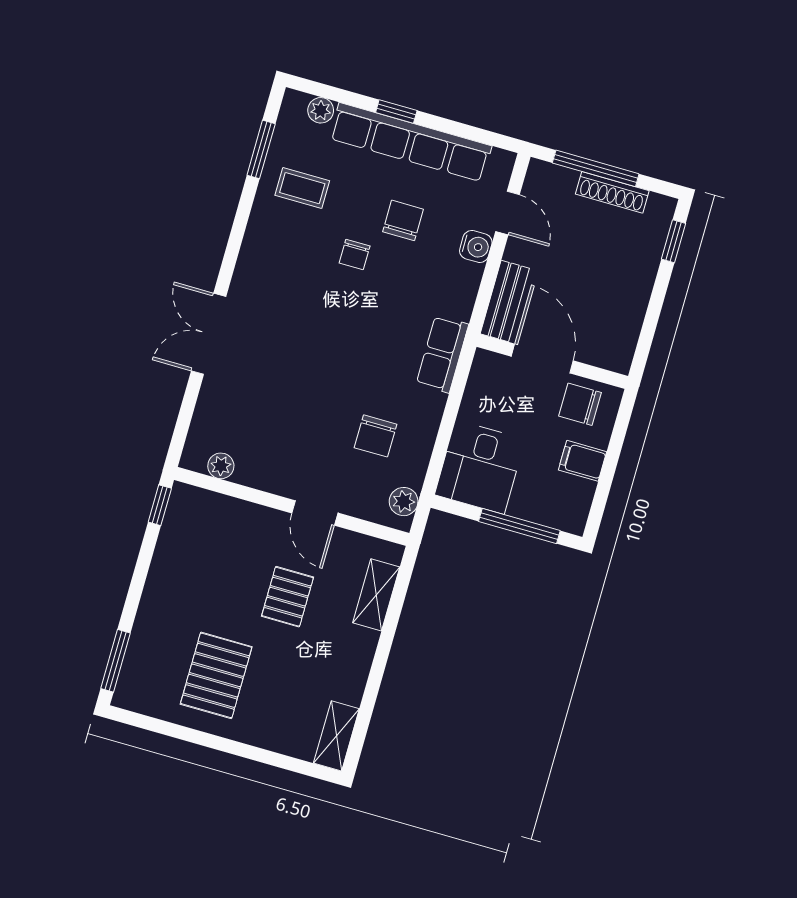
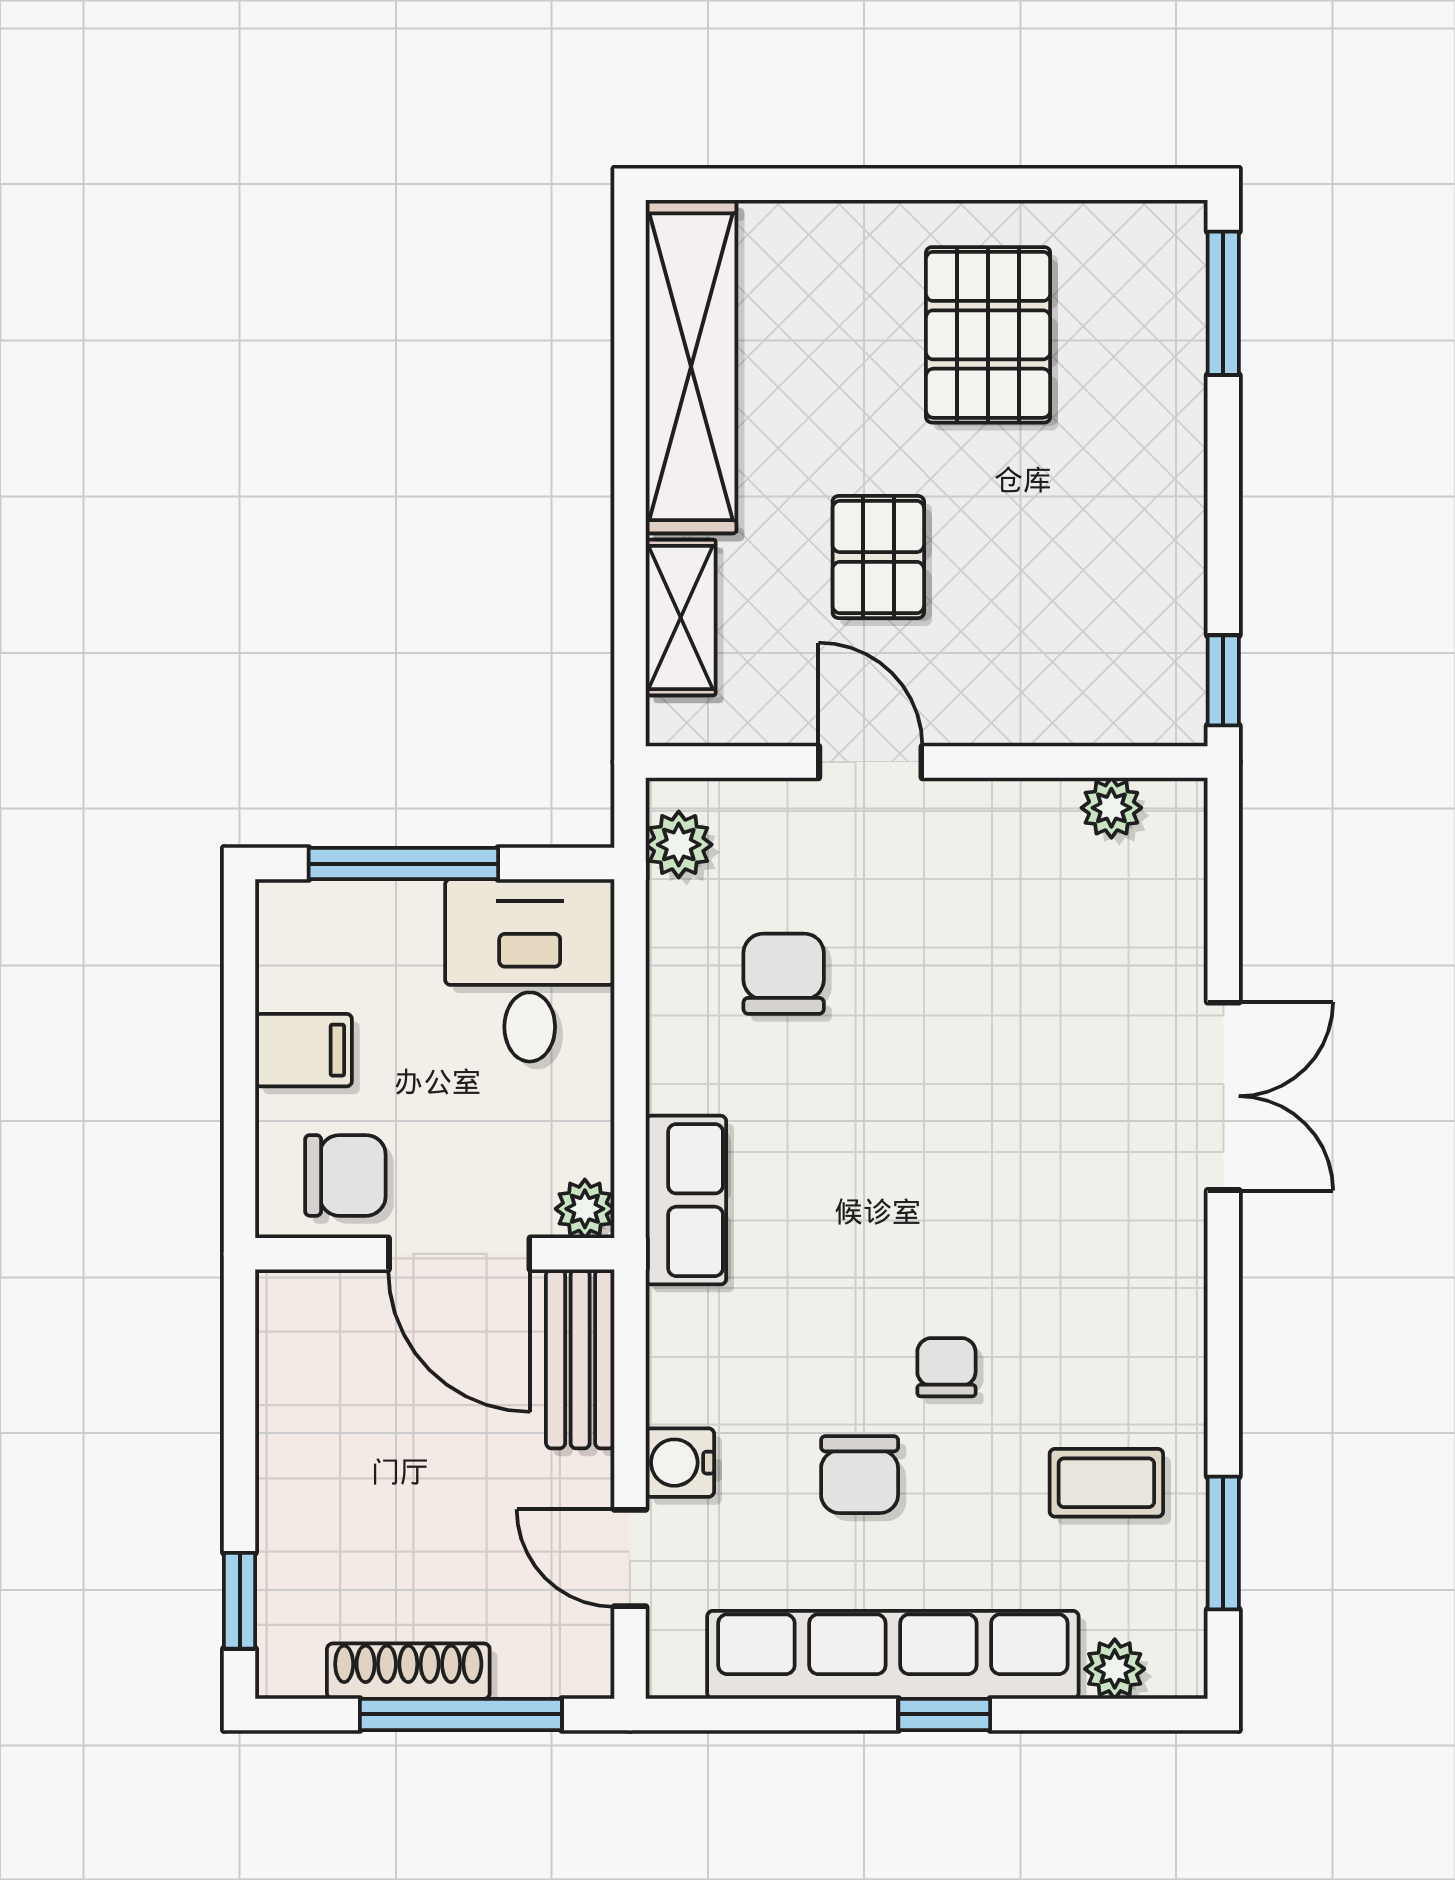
plant: (485, 362) -> (585, 1209), added
shelving: (336, 736) -> (691, 367), width x2.20, depth x1.33

